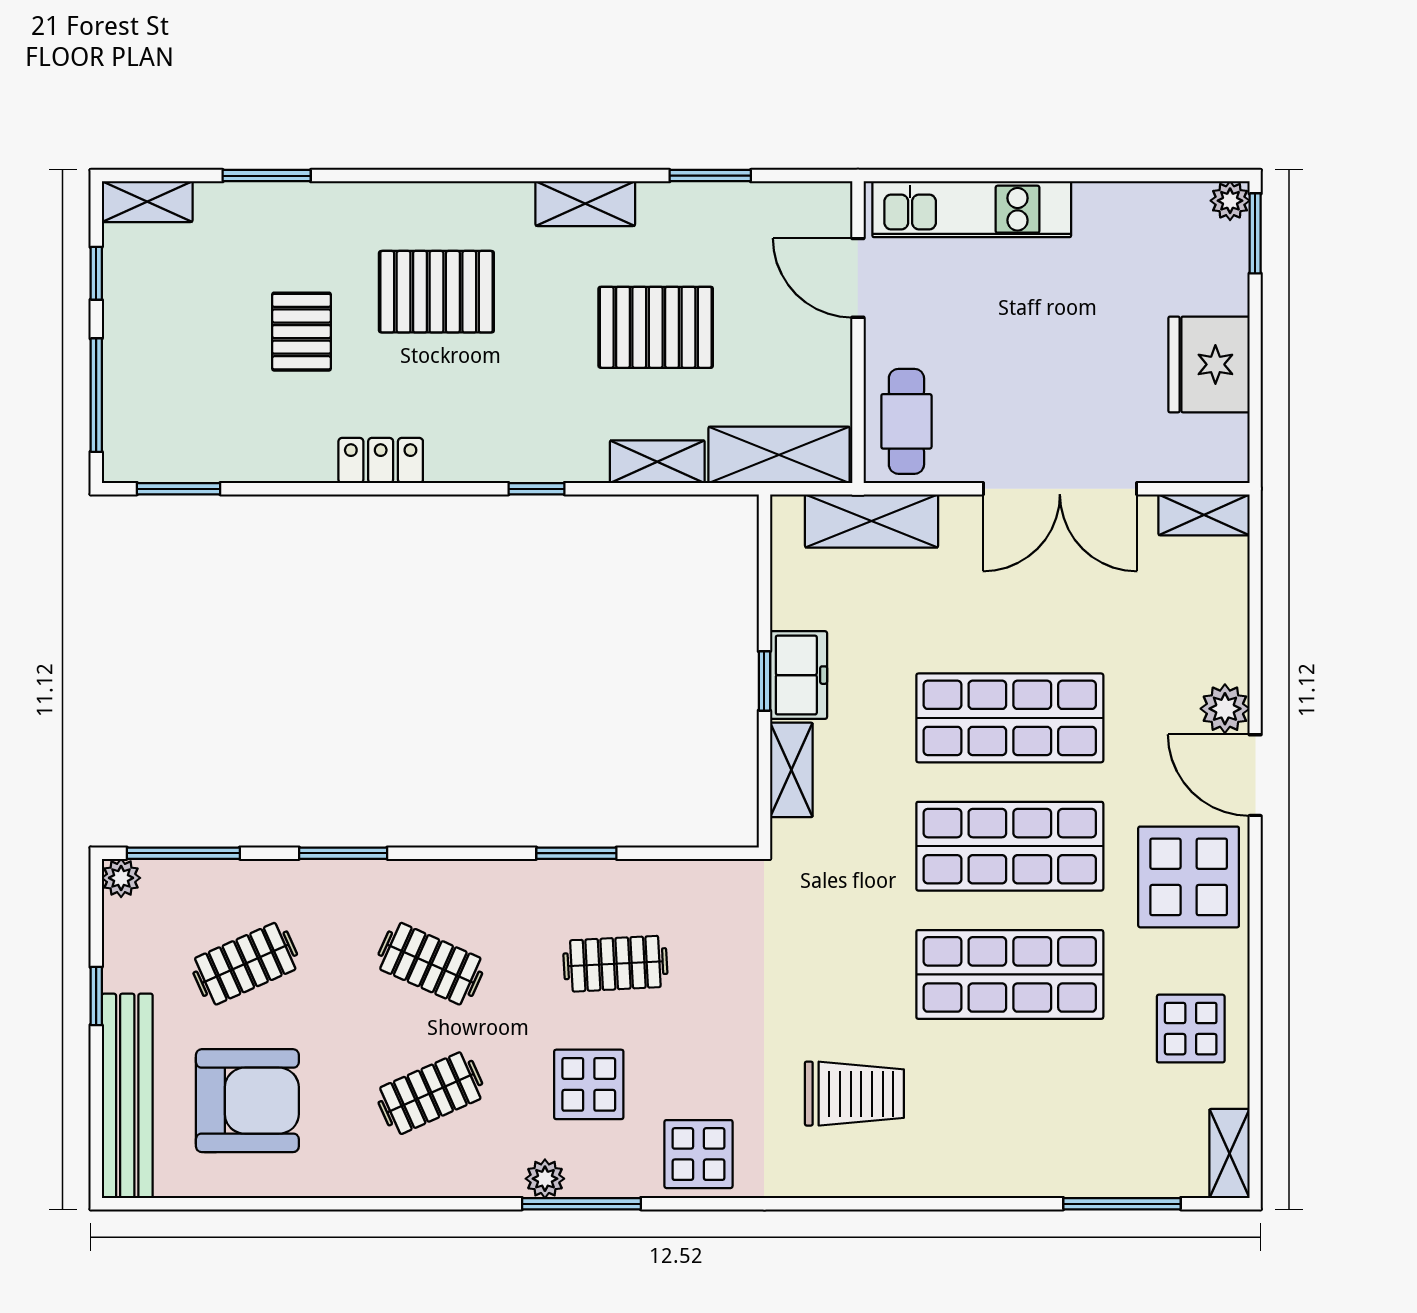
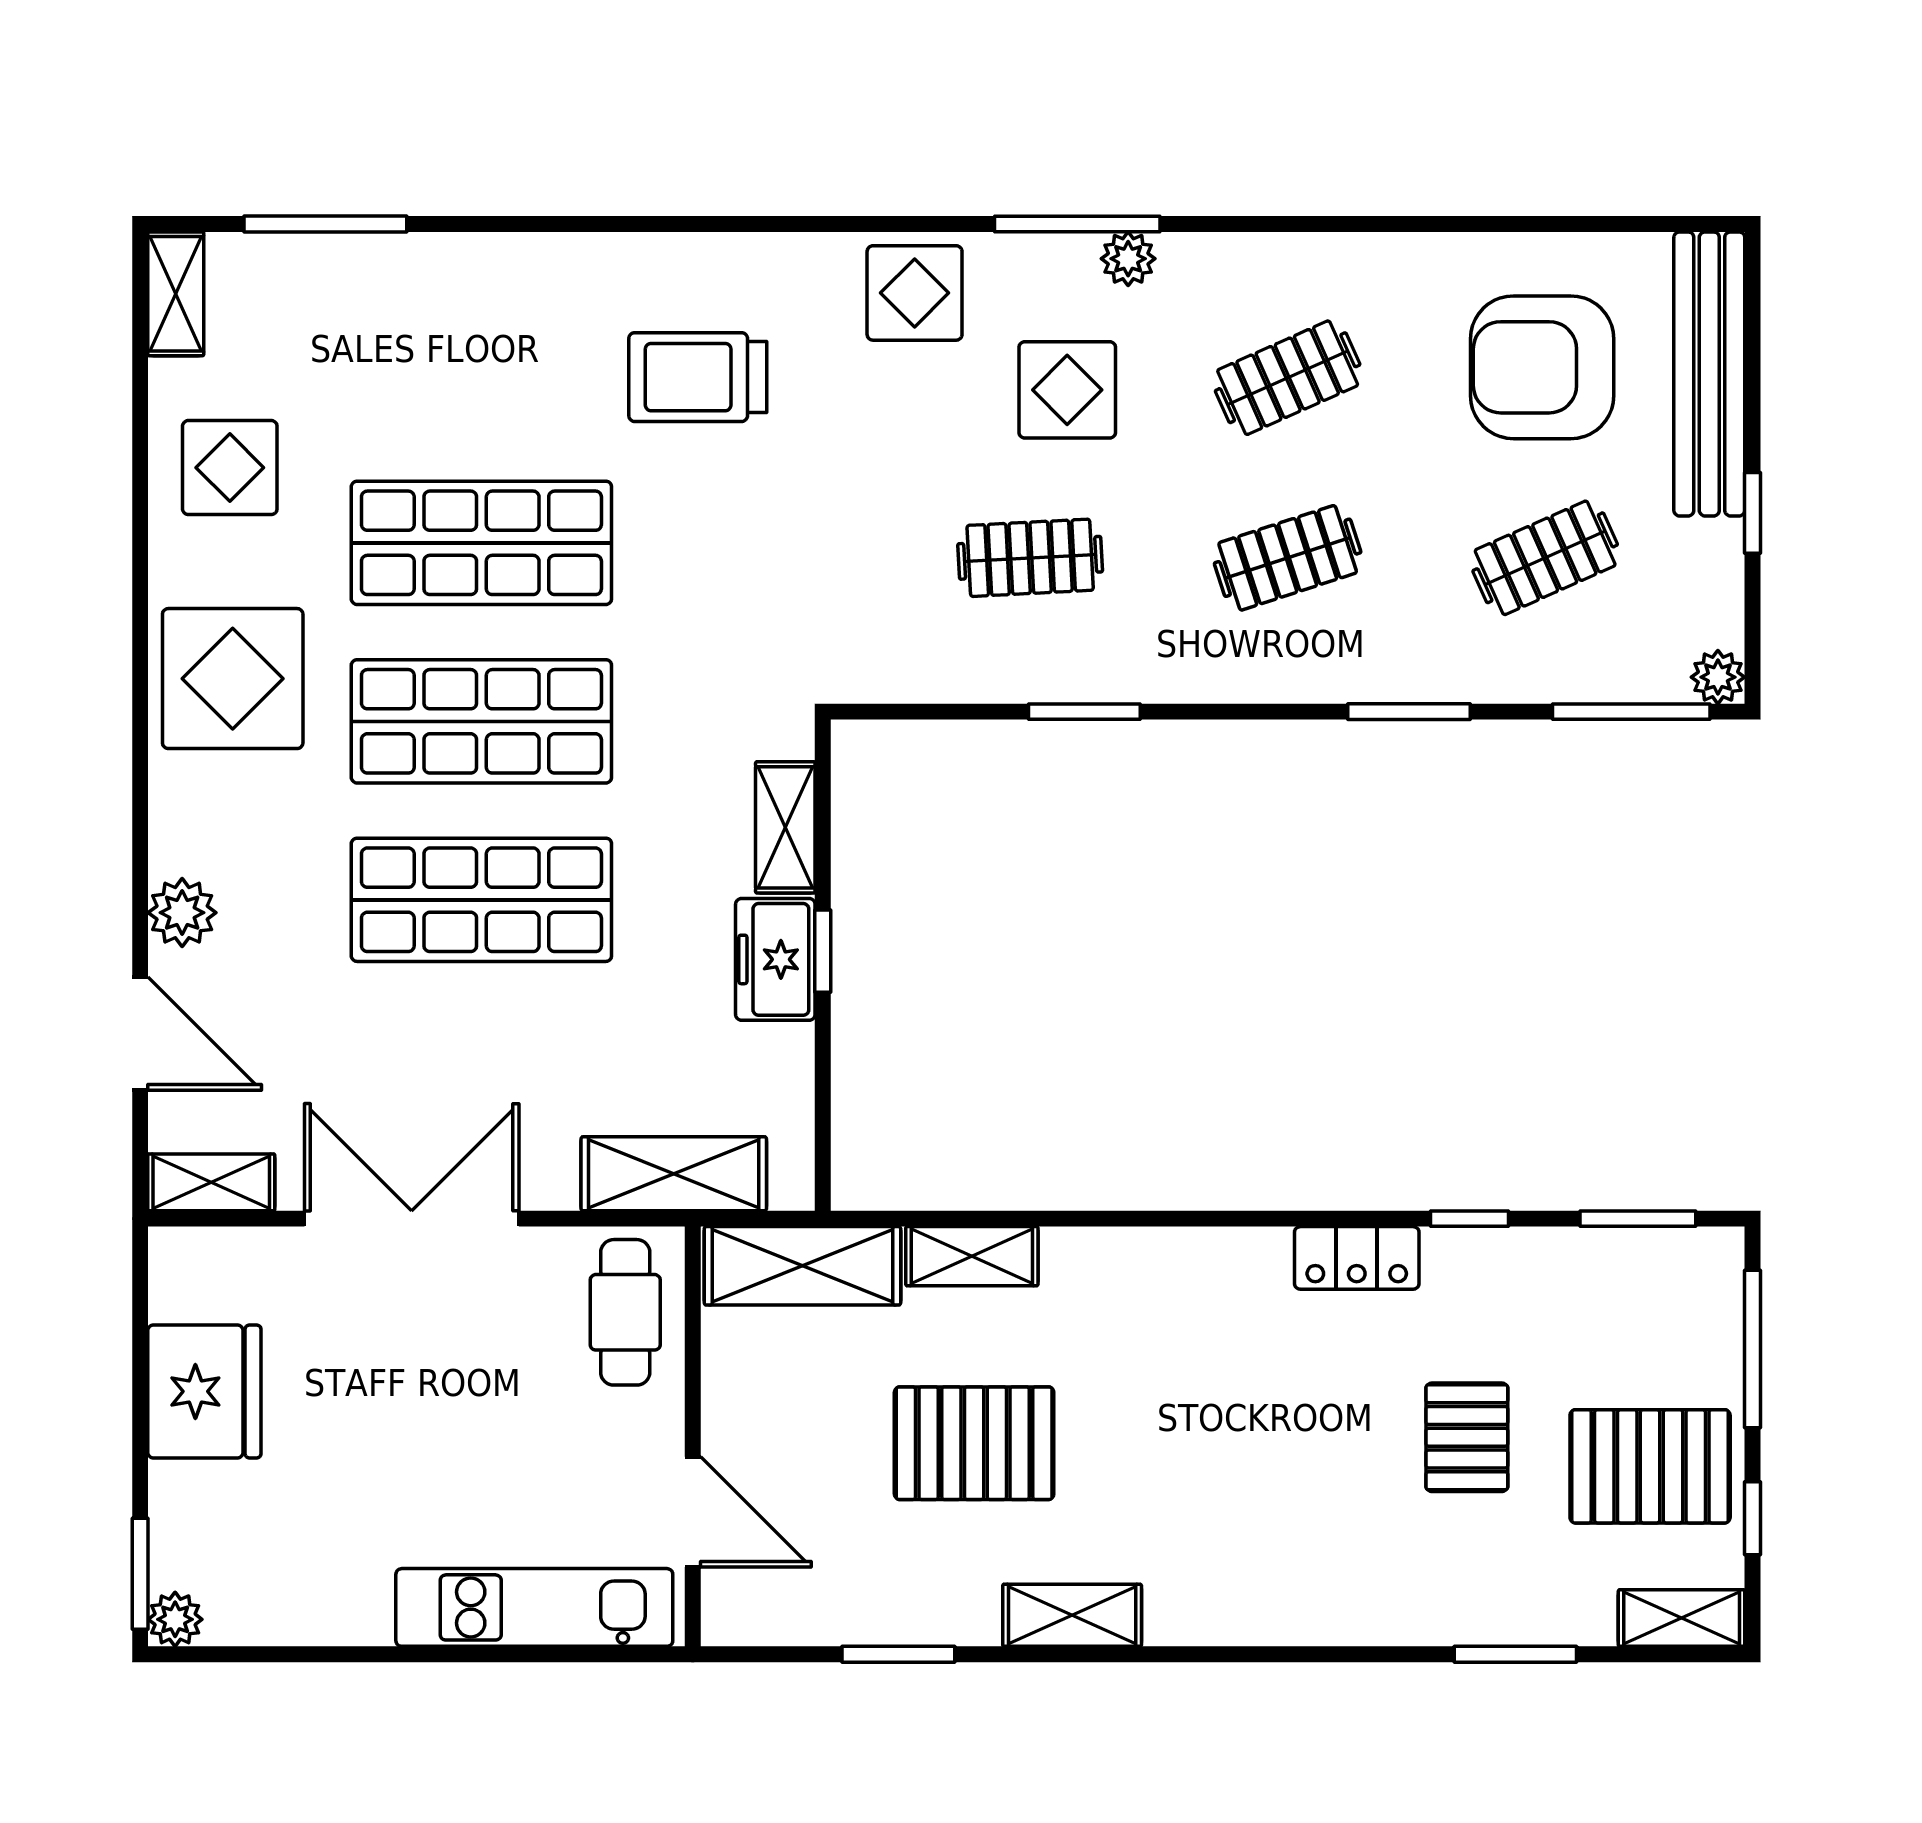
pallet: (436, 292) -> (1650, 1466), moved
window: (536, 489) -> (1469, 1219), moved
door: (1255, 775) -> (140, 1034), moved
clothes rail: (430, 964) -> (1288, 558), turned -42

